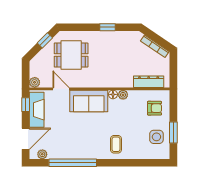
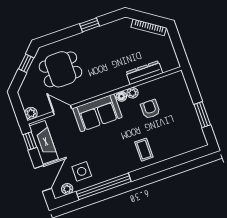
dresser: (149, 82) -> (144, 73), moved
armchair: (154, 108) -> (150, 109), moved, turned -90
side table: (156, 137) -> (82, 171), moved

